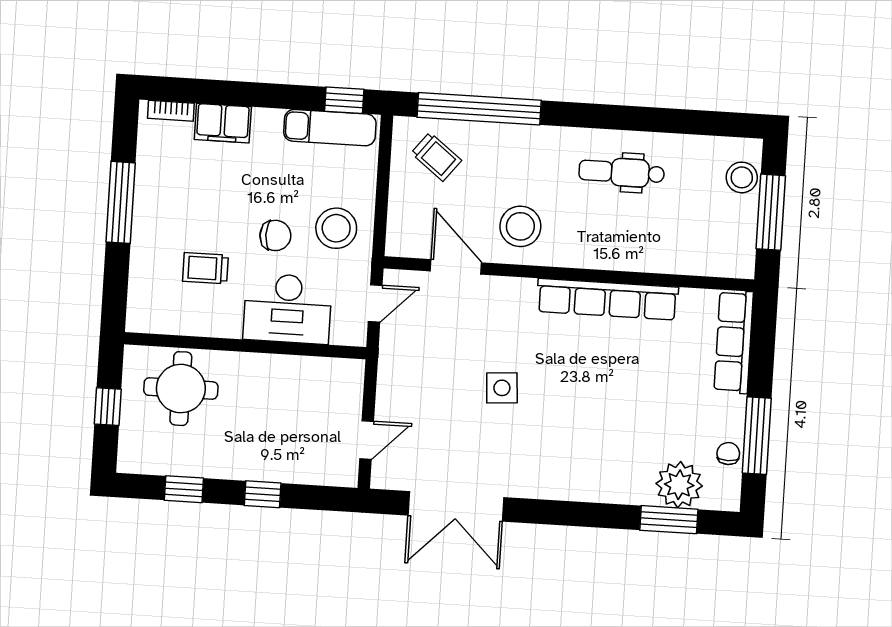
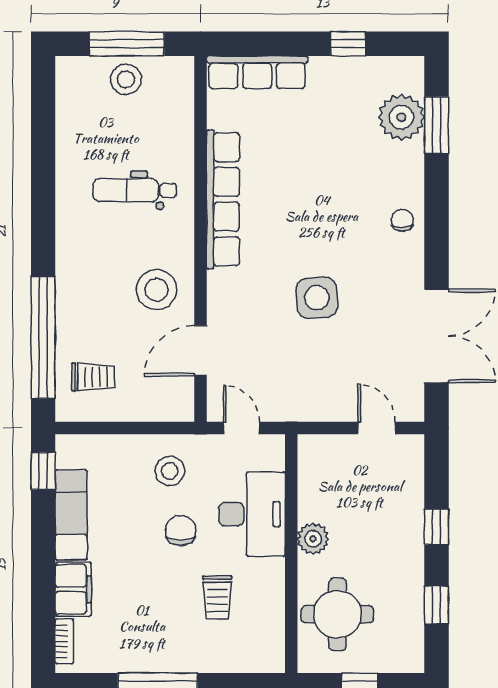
exam couch: (330, 128) -> (71, 515), moved
trolley: (436, 157) -> (93, 377), turned 52
dental chair: (622, 172) -> (135, 190), moved, turned 90
stool: (742, 177) -> (126, 79), moved
stool: (336, 228) -> (170, 471), width x0.73, depth x0.73
plant: (259, 369) -> (313, 539), added
side table: (502, 388) -> (317, 298), width x1.37, depth x1.37
window: (757, 436) -> (348, 44), width x0.46
chair: (728, 454) -> (402, 220), moved, turned 90

